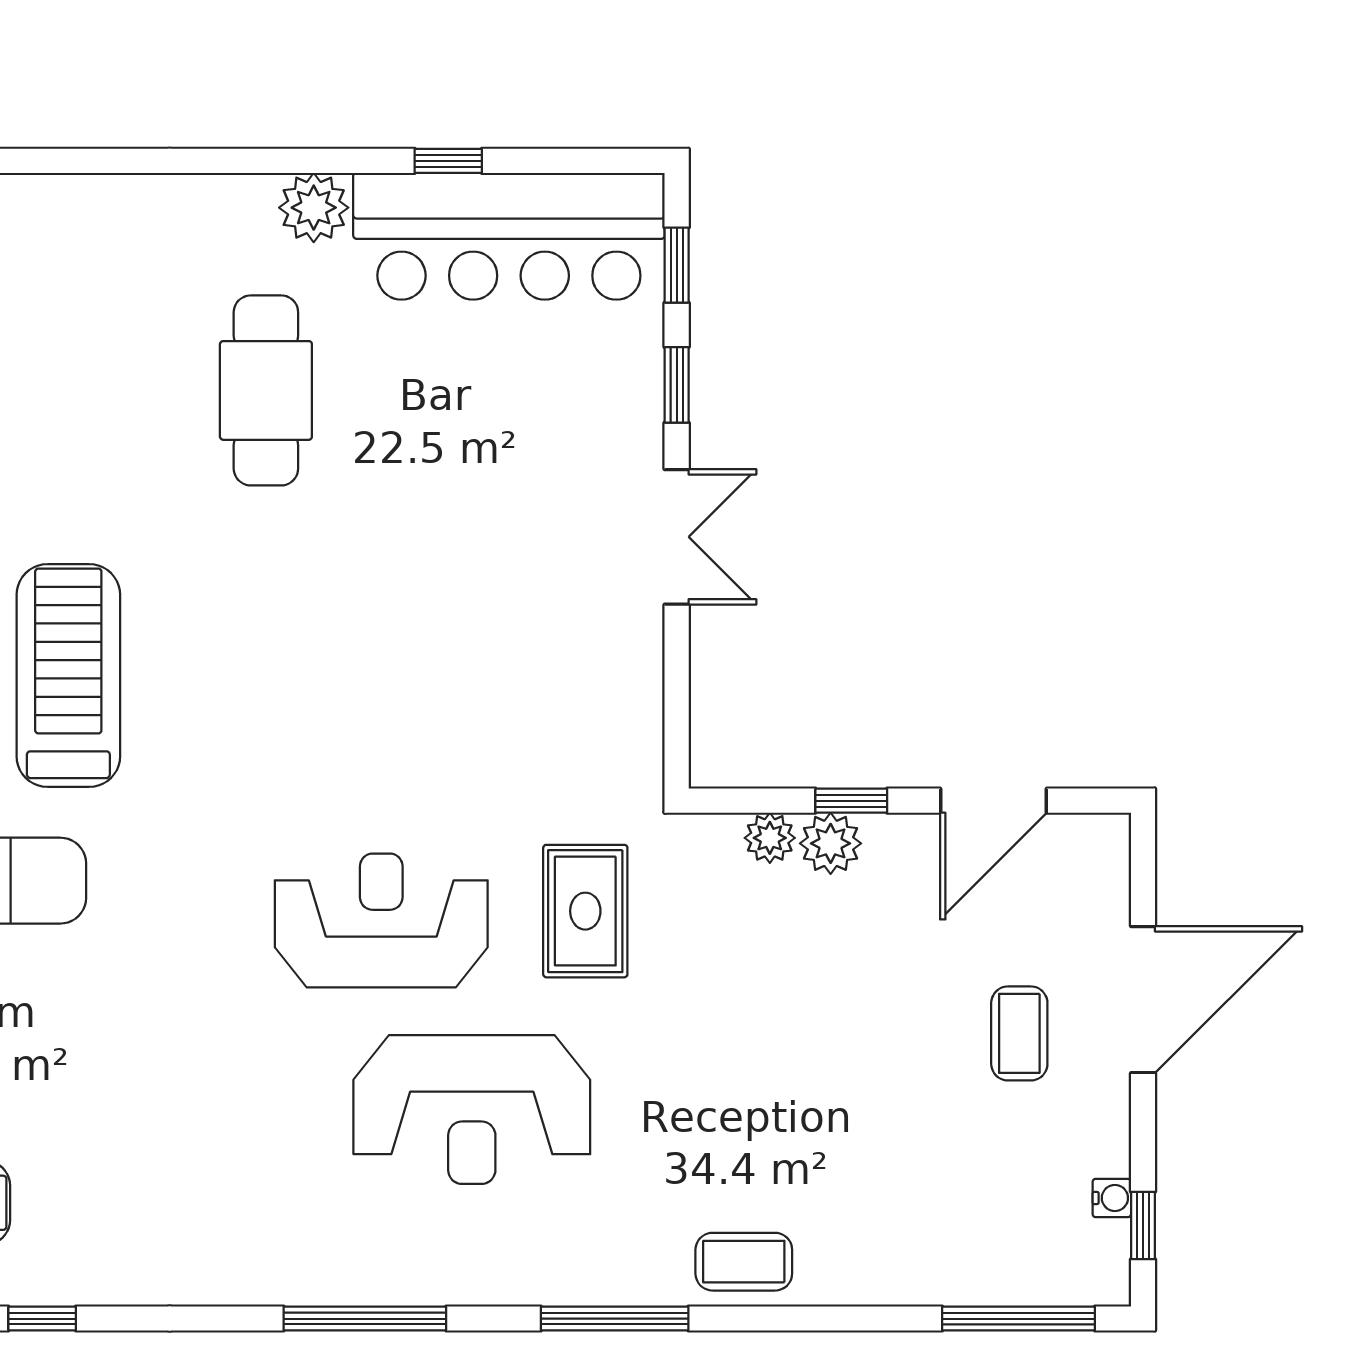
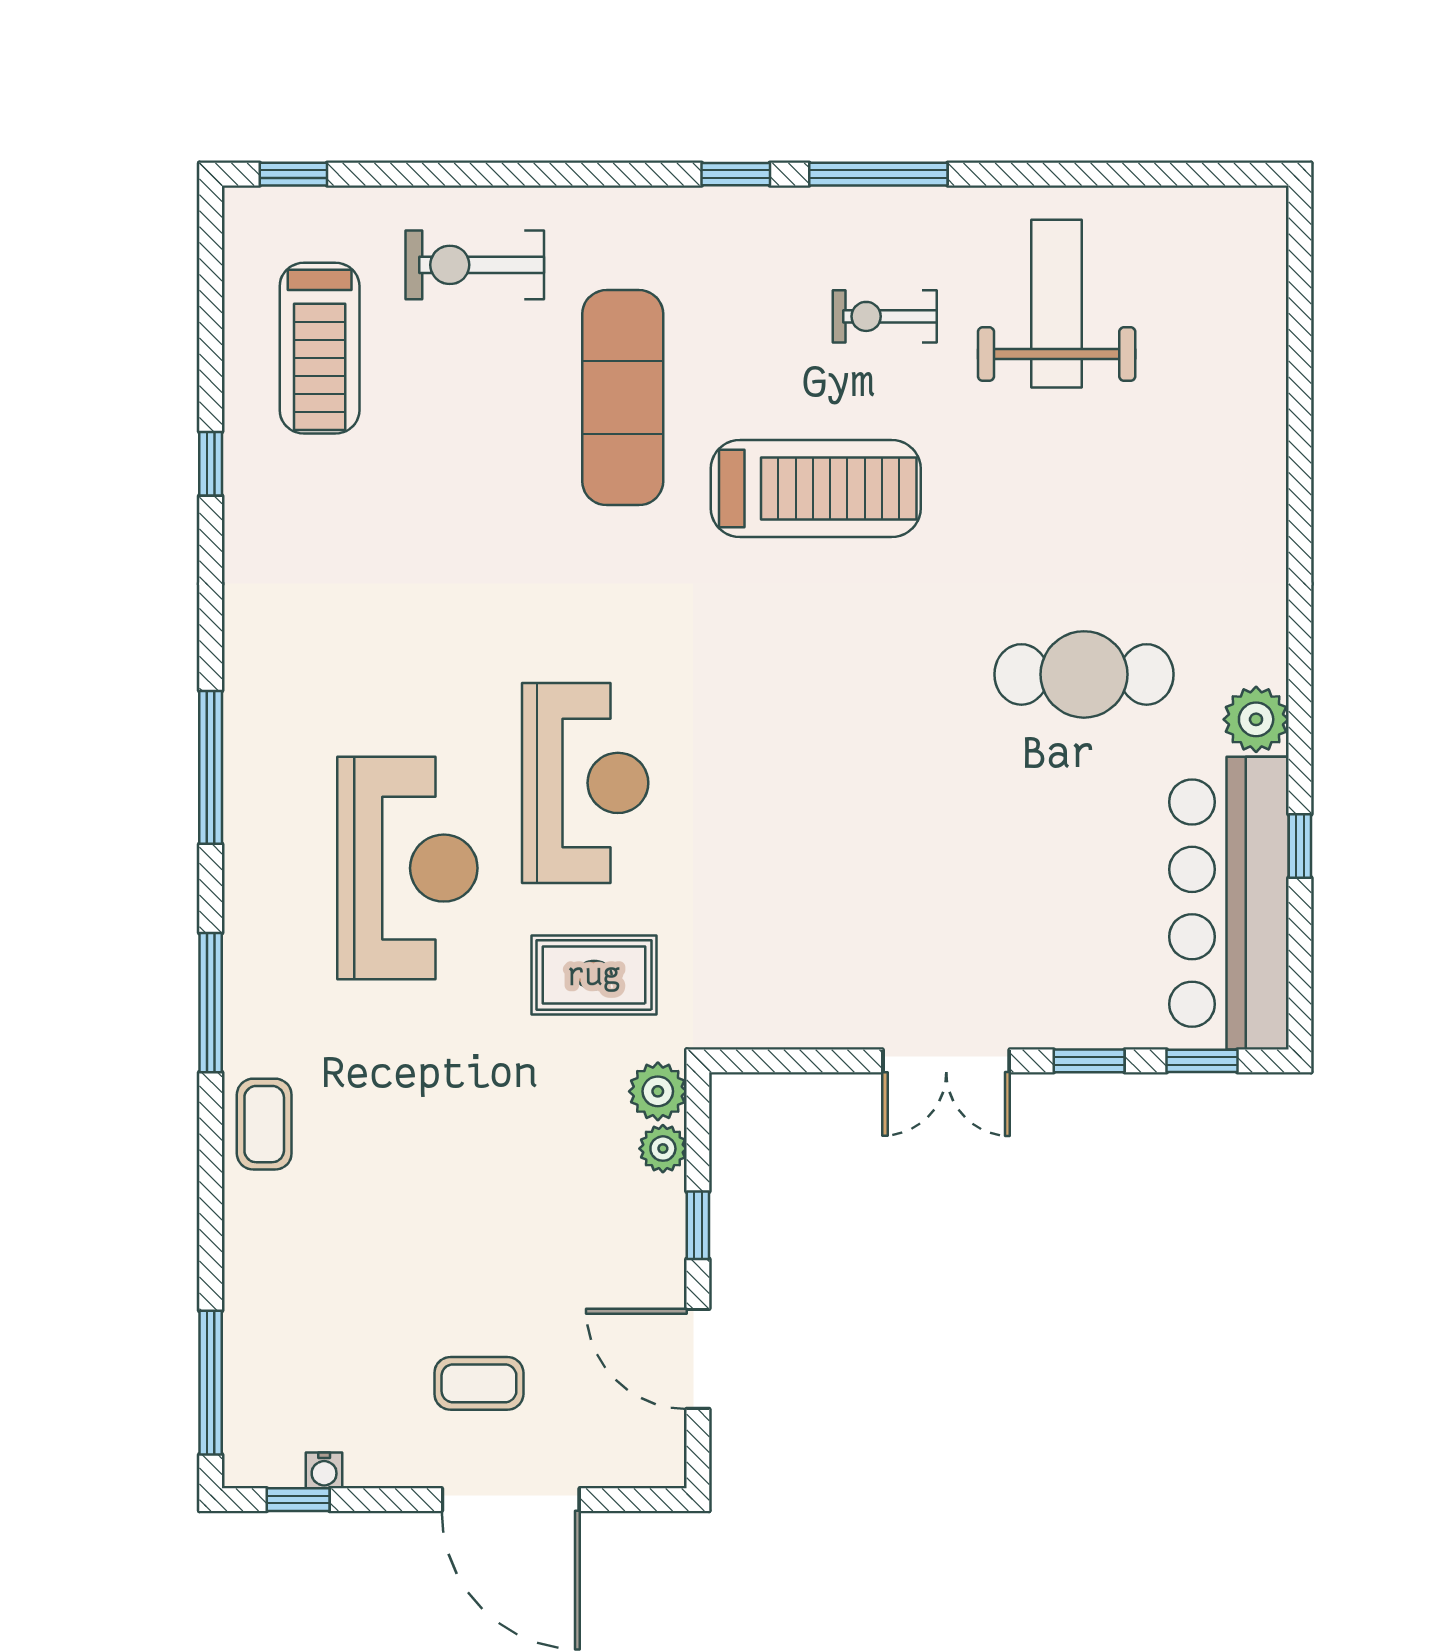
plant: (831, 843) -> (658, 1091), moved
reception desk: (472, 1110) -> (407, 868), turned 180

